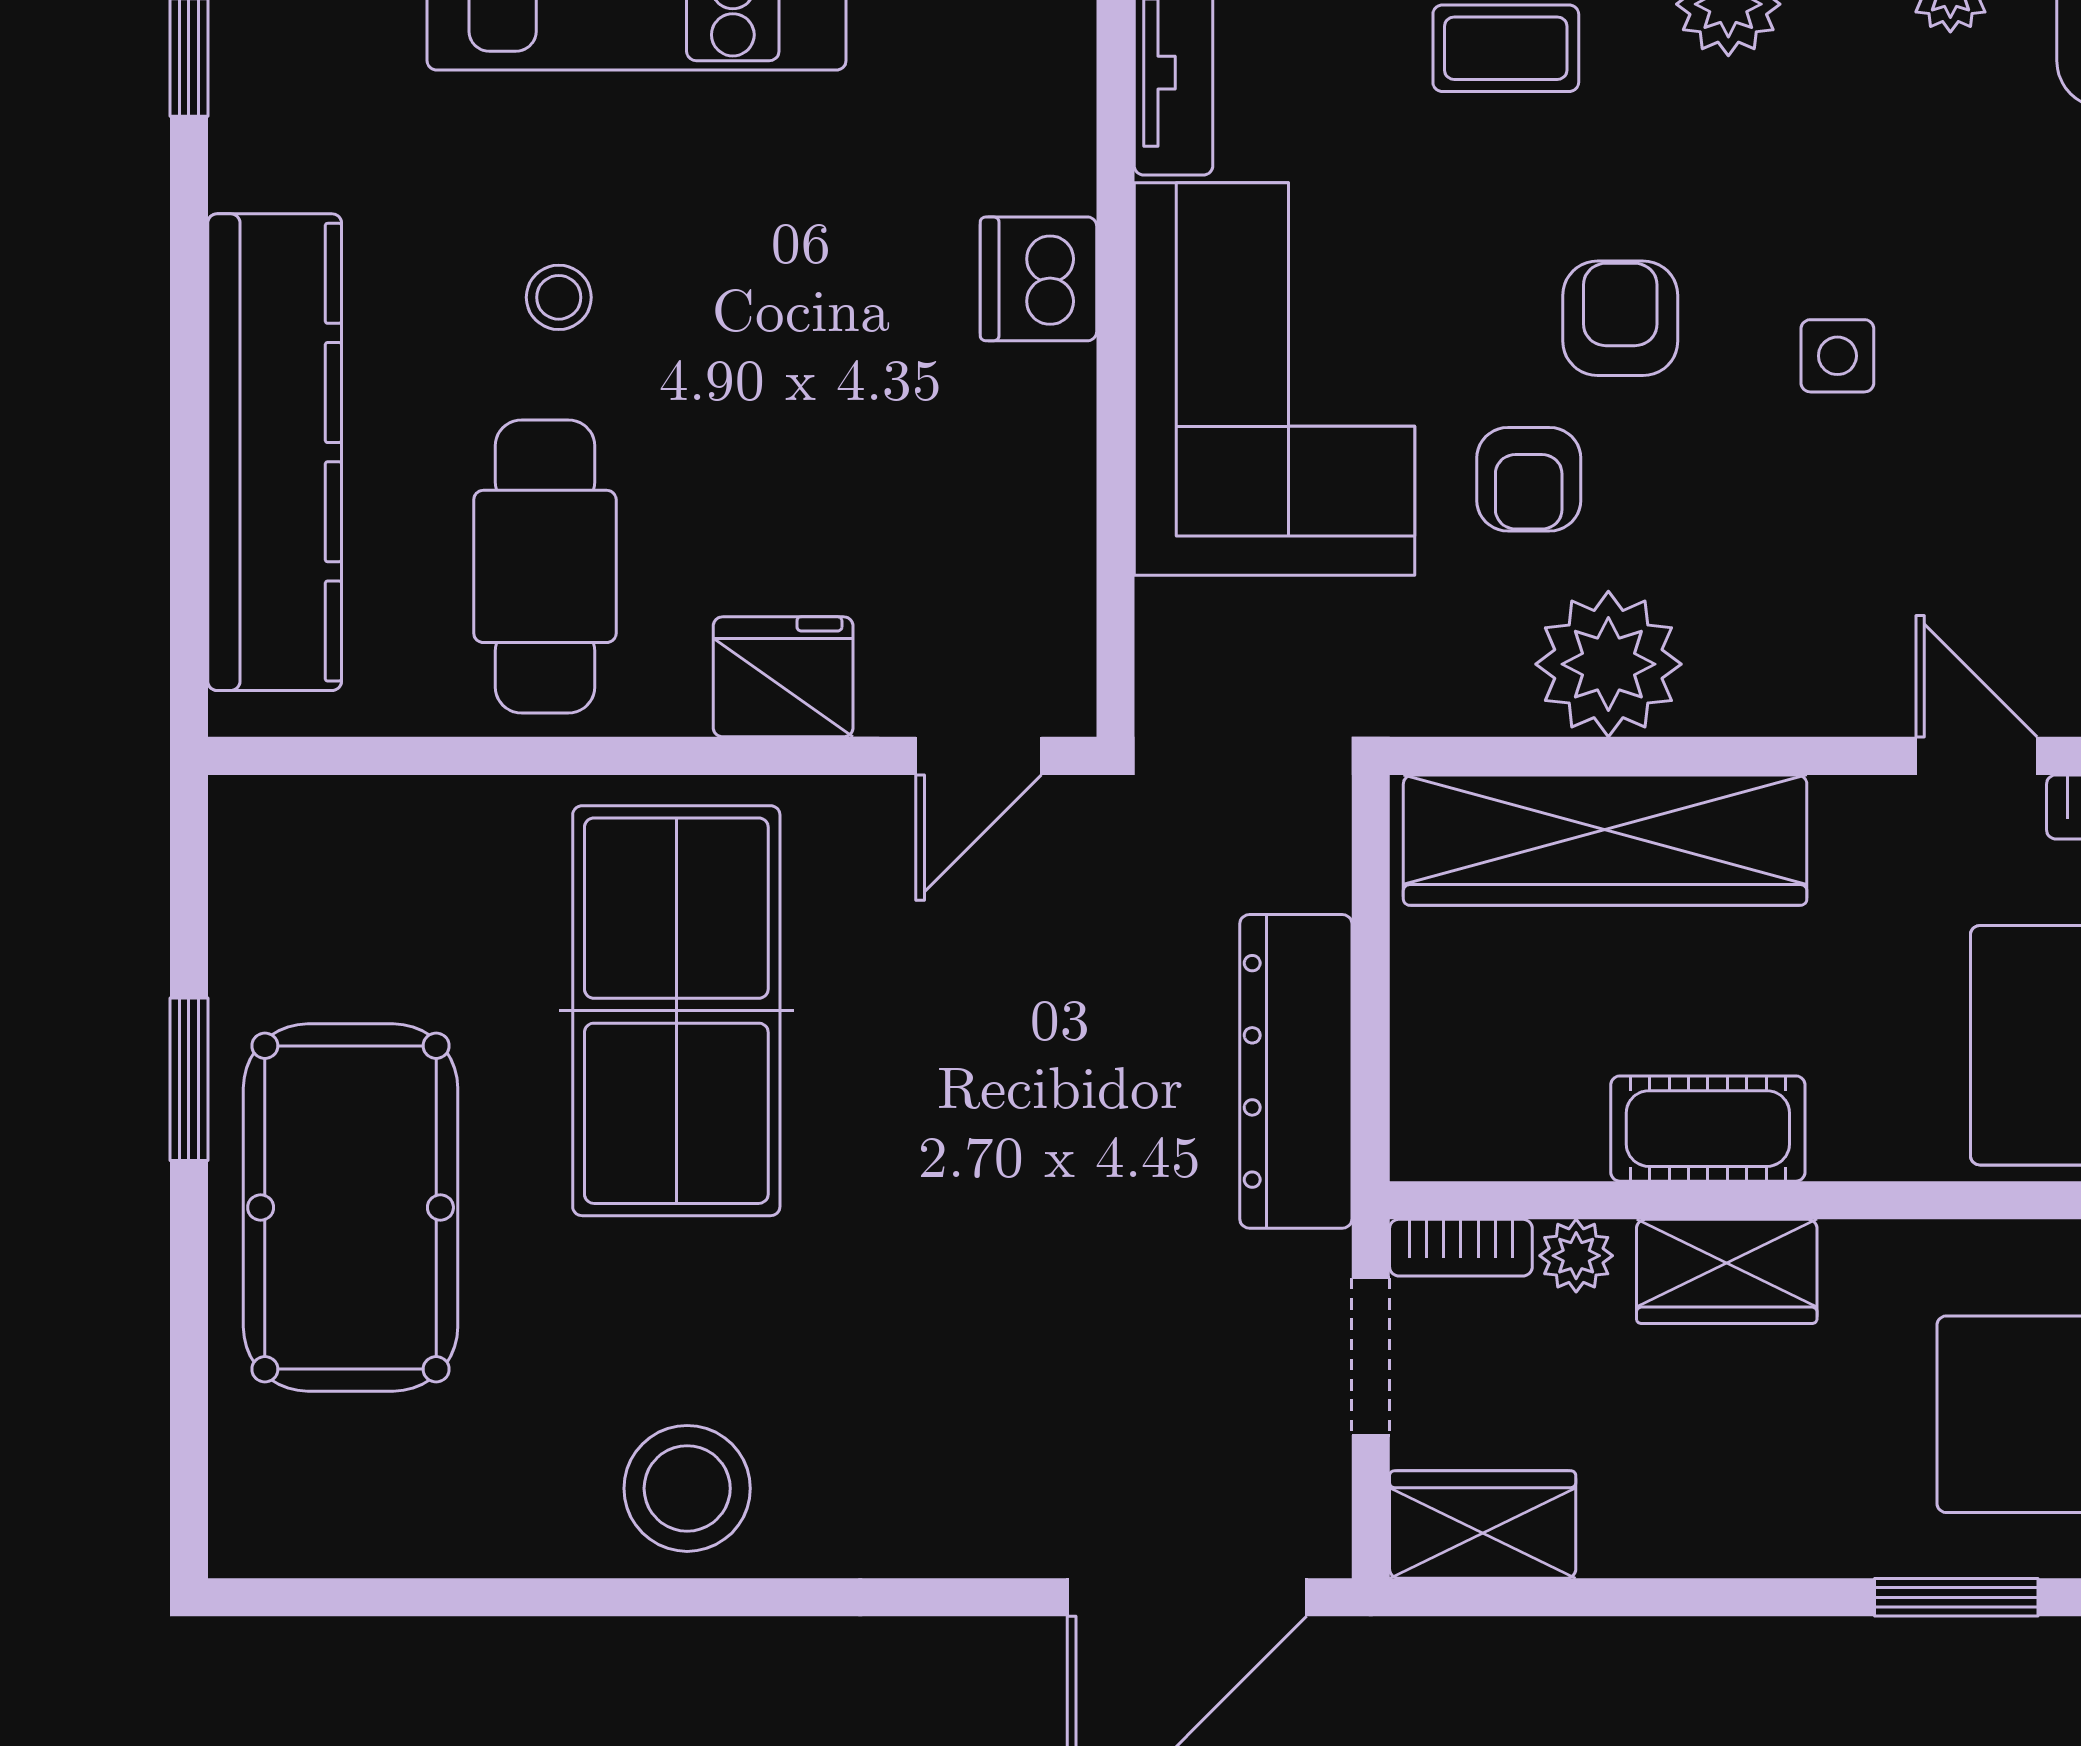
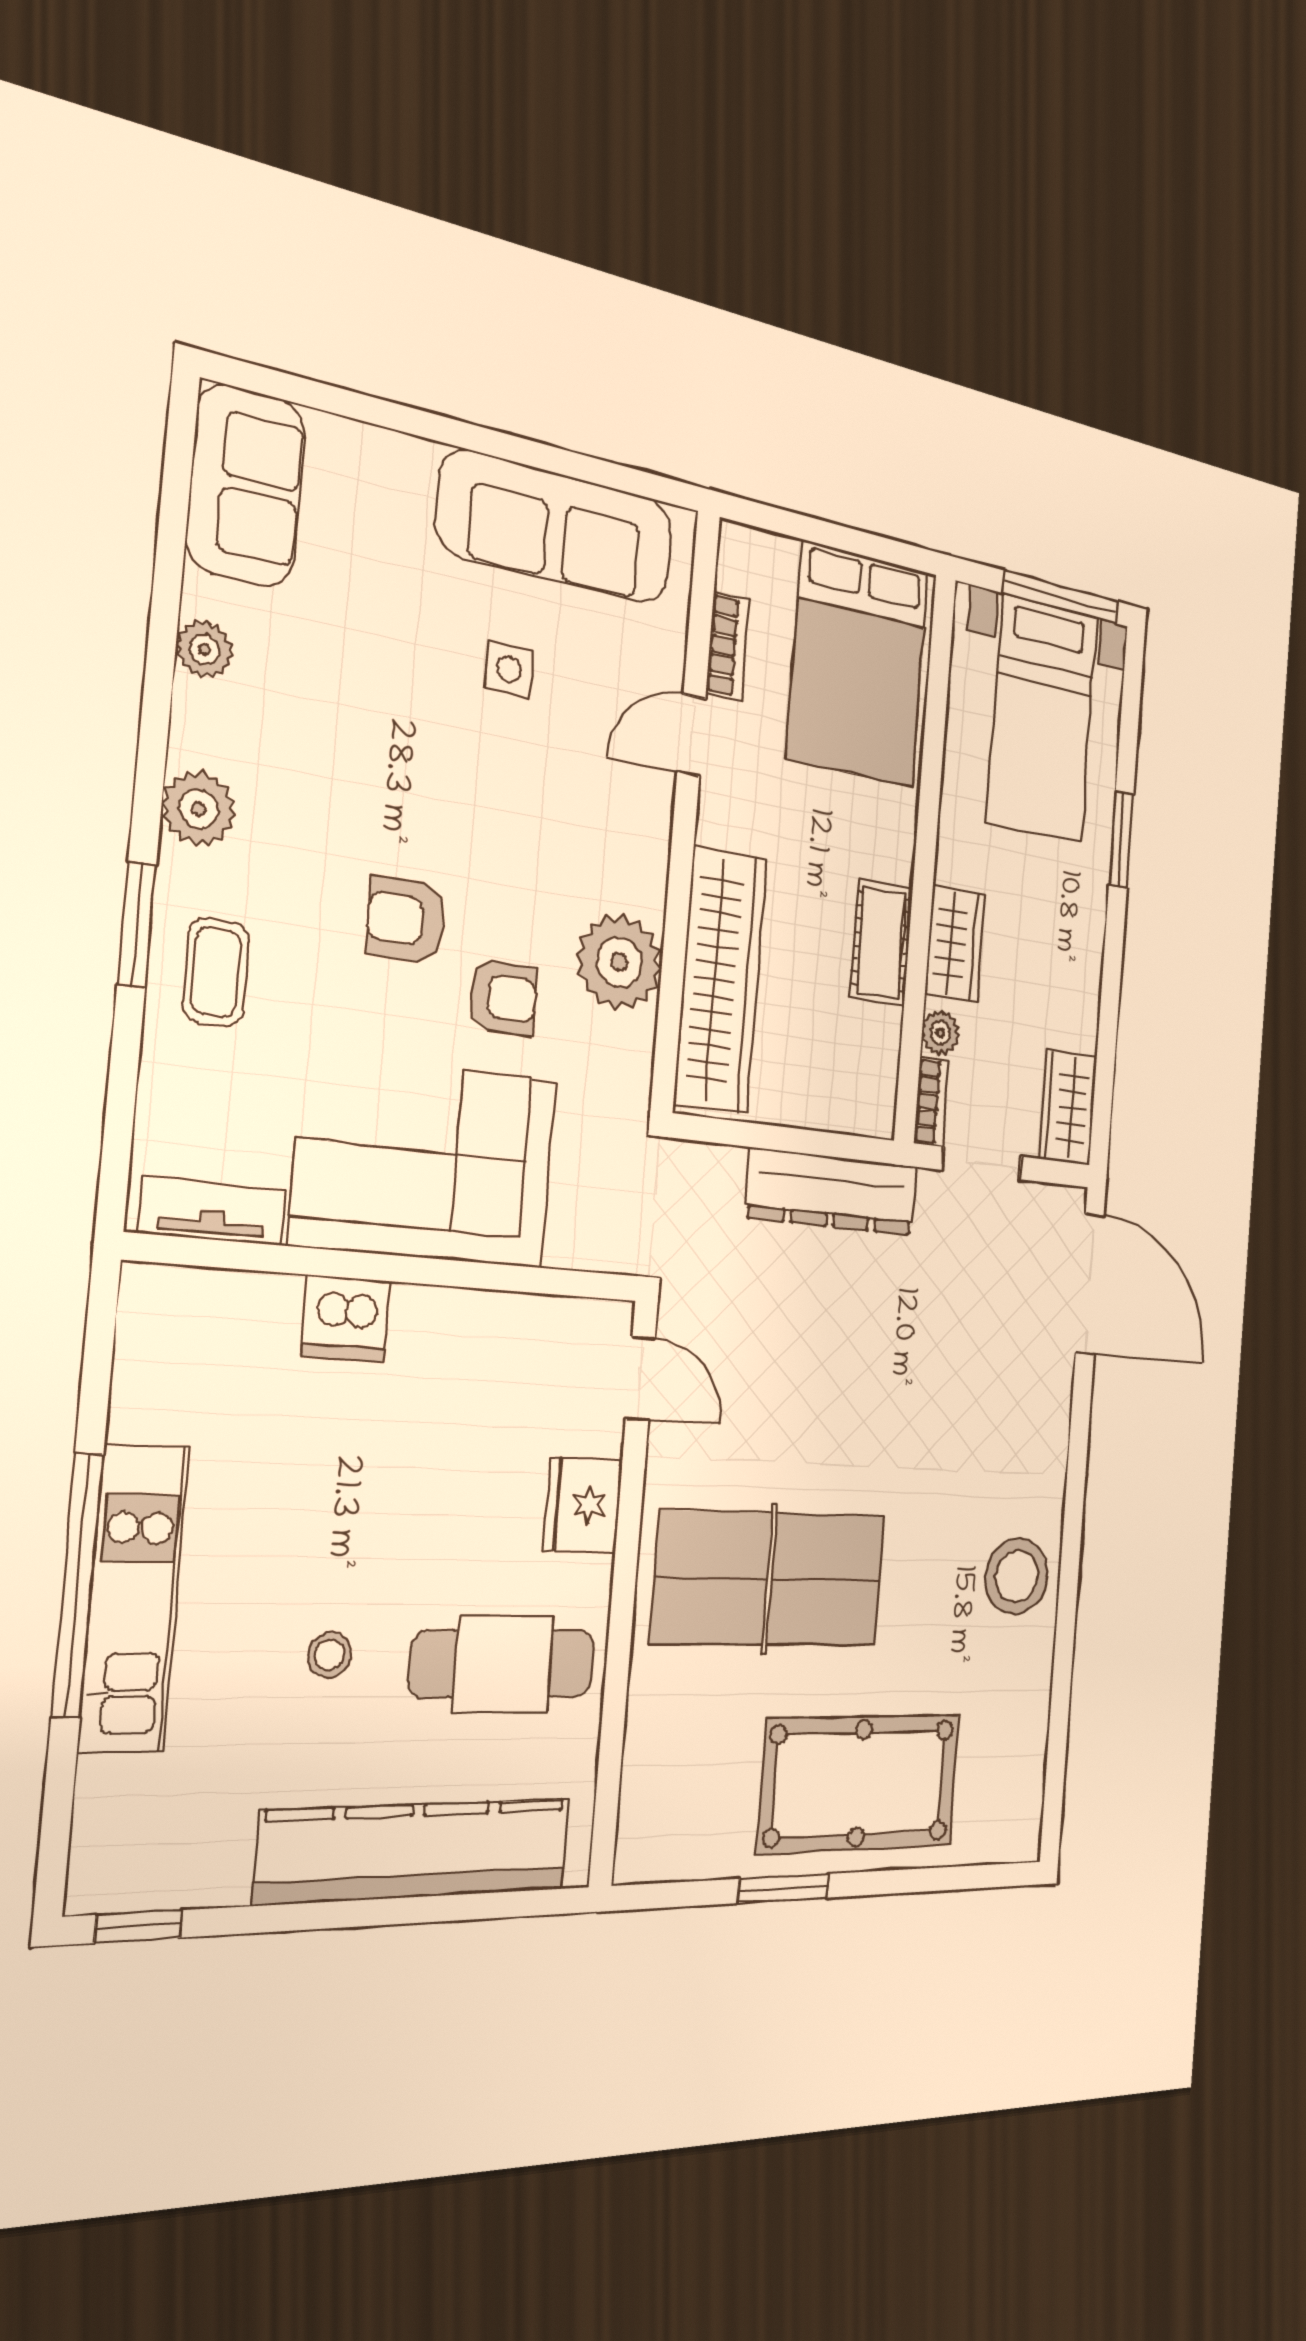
side table: (1837, 356) -> (509, 669), moved

